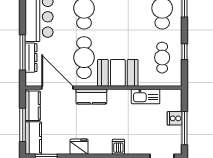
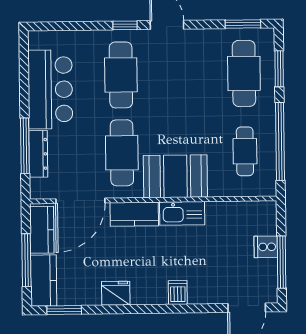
window: (184, 52) -> (280, 141), width x3.17
door: (57, 88) -> (80, 201), swing flipped
kitchen sink: (146, 96) -> (182, 213), moved

